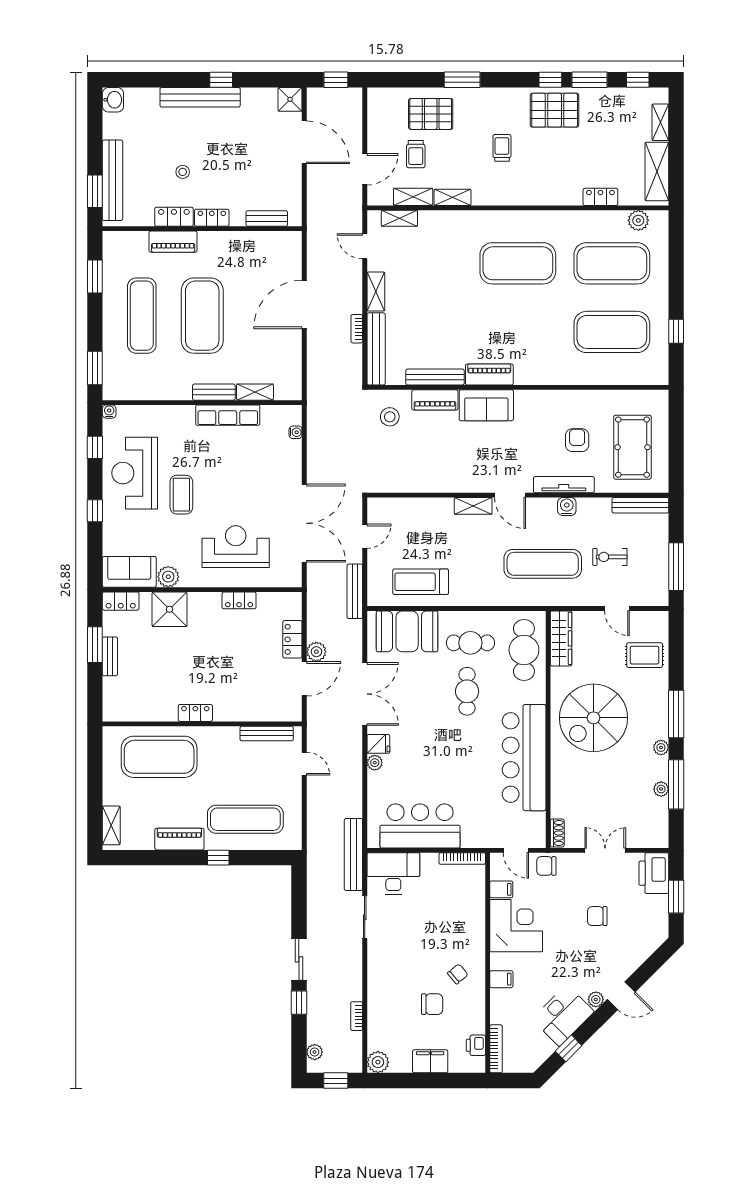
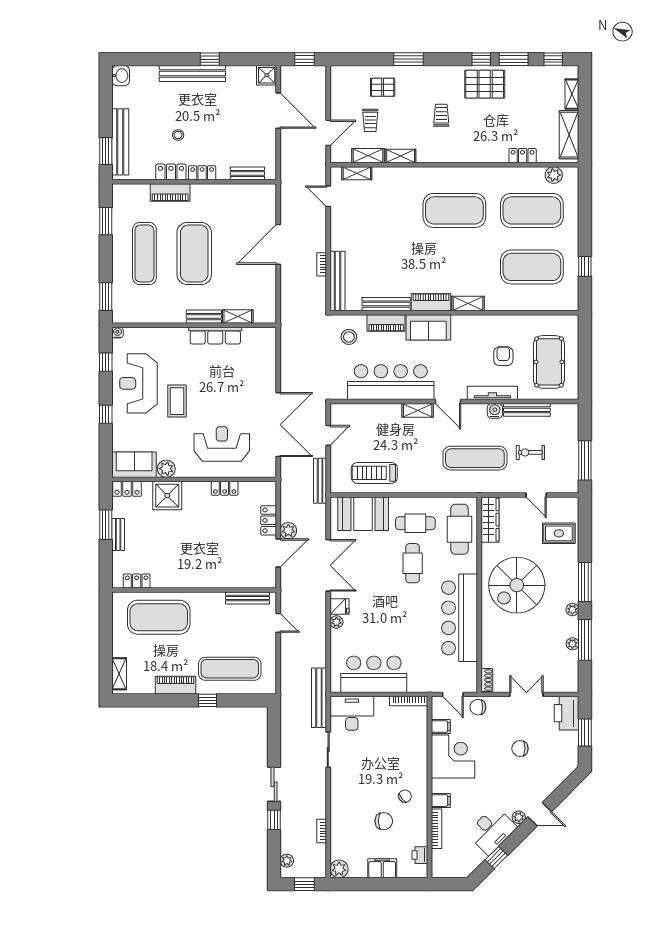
pallet: (431, 114) -> (383, 87), width x0.67, depth x0.71
shelving: (376, 292) -> (468, 304), moved, turned 90
water cooler: (296, 432) -> (271, 350), removed
bar counter: (441, 472) -> (391, 382), added
bench: (640, 505) -> (527, 410), moved
locker: (195, 713) -> (137, 581), moved
bookcase: (496, 1049) -> (436, 829), moved

